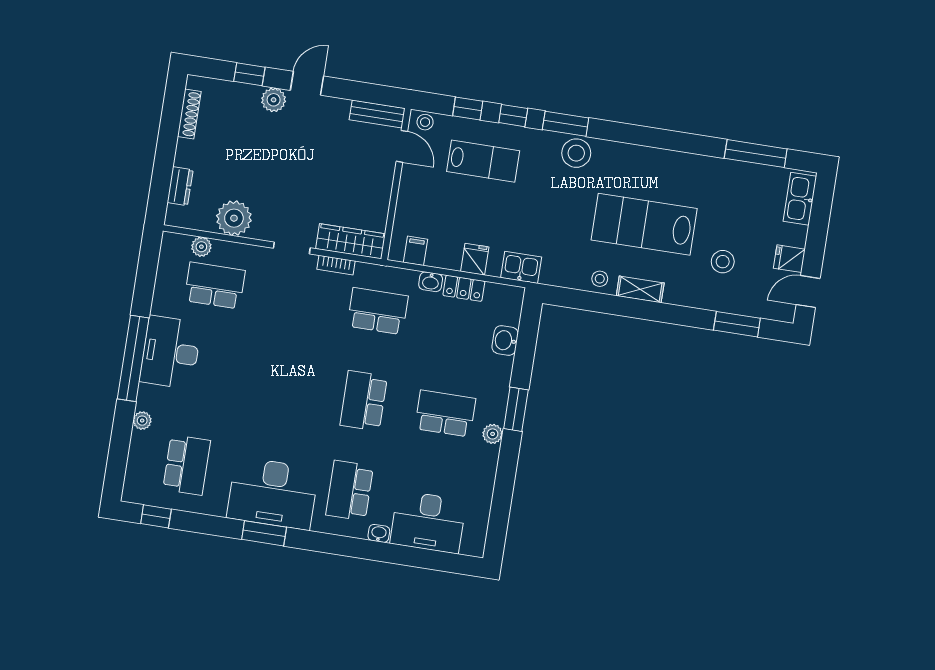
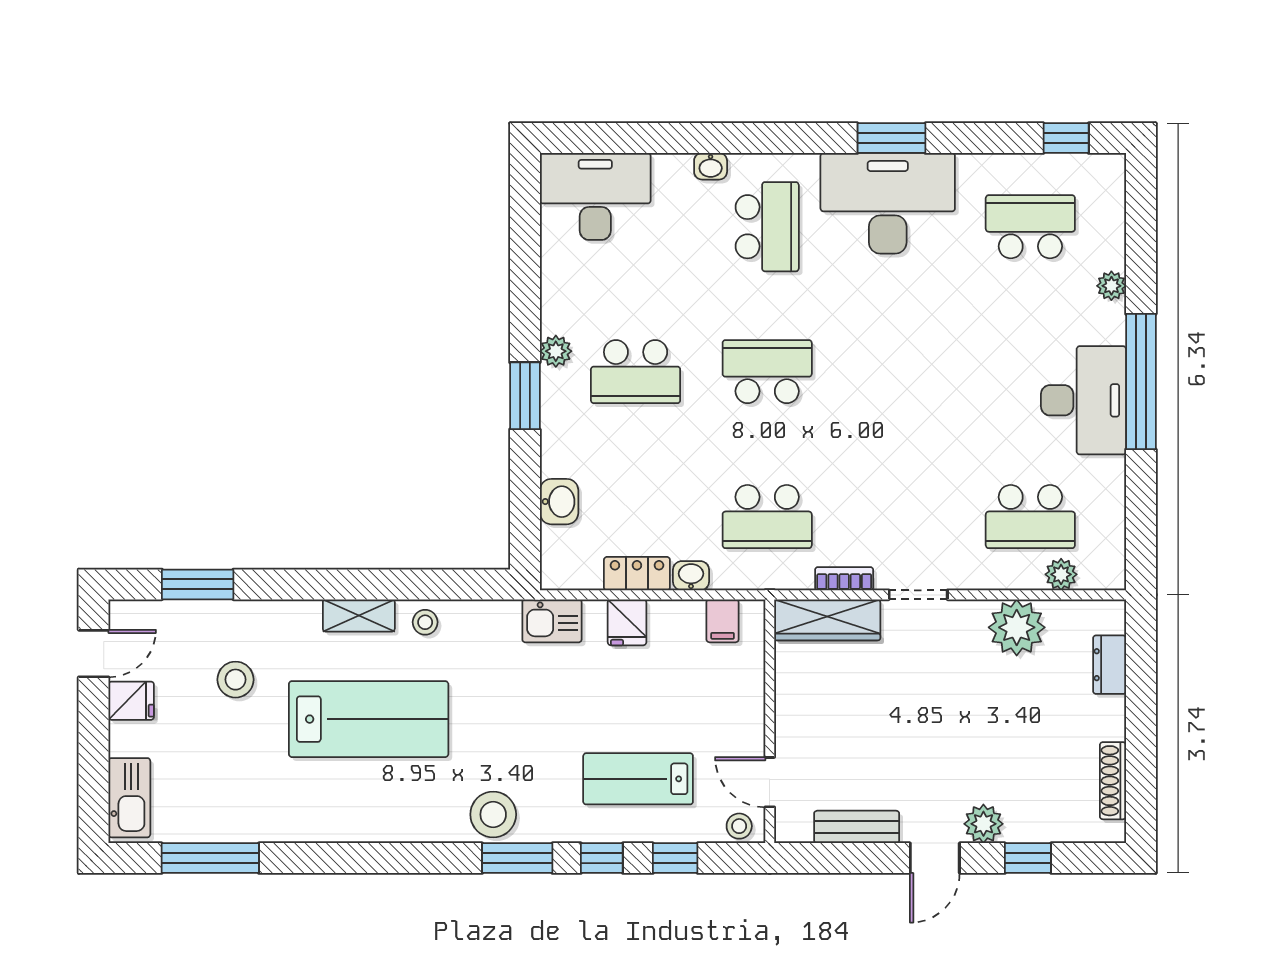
bench: (377, 114) -> (857, 827), moved
school desk: (364, 401) -> (767, 372), turned -90
school desk: (187, 465) -> (1030, 227), turned 90
desk: (428, 522) -> (595, 196), moved

